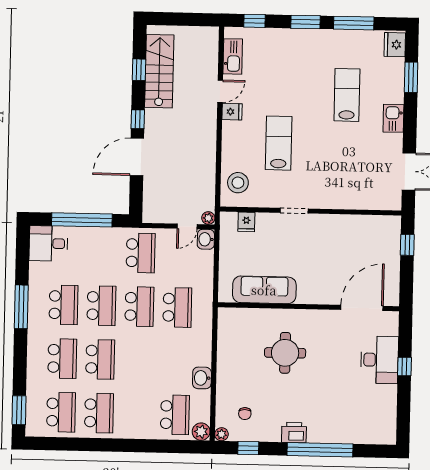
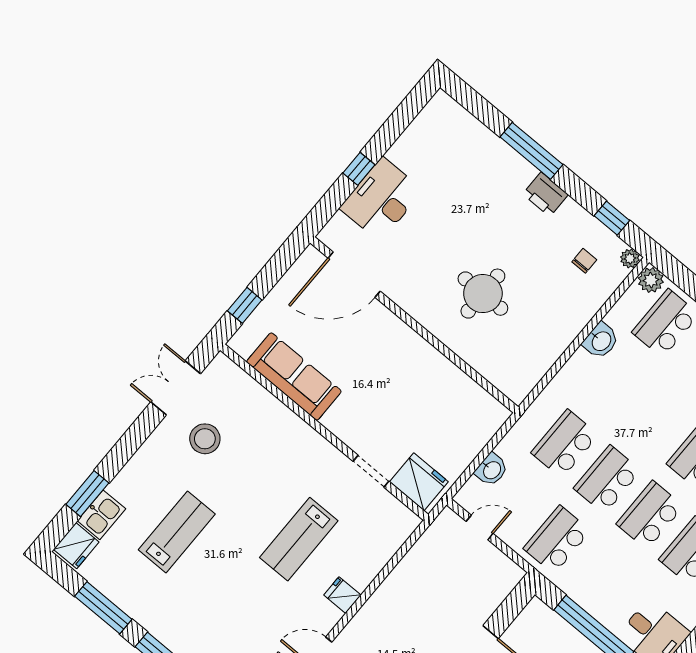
lab bench: (347, 95) -> (177, 532), turned 180
fridge: (232, 112) -> (342, 595), moved
kitchen sink: (393, 118) -> (101, 515), moved
stool: (238, 183) -> (205, 439), moved
doorway: (294, 211) -> (371, 471), moved
plant: (208, 218) -> (448, 518), removed
fridge: (246, 222) -> (419, 482), width x1.88, depth x1.34
washbasin: (206, 239) -> (492, 470), moved
sofa: (264, 290) -> (294, 377), moved, turned 180
window: (320, 450) -> (531, 151), width x0.68

